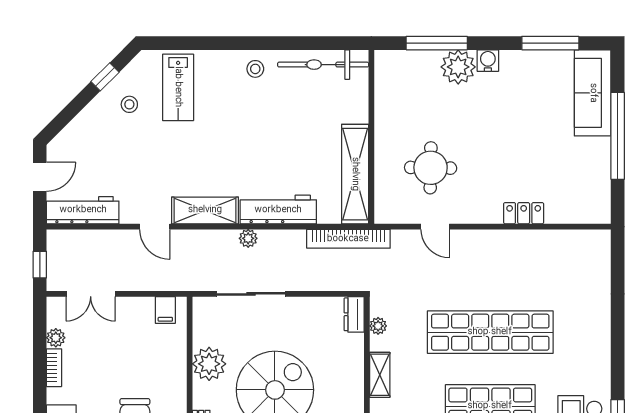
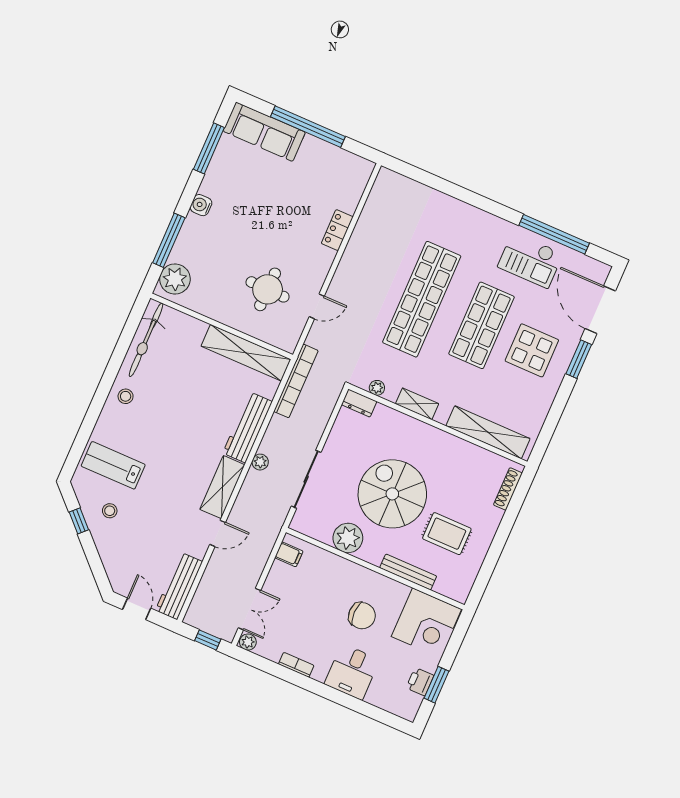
plant: (458, 67) -> (175, 279), moved
lab bench: (178, 87) -> (113, 465), turned 180
plant: (56, 338) -> (248, 642), moved

